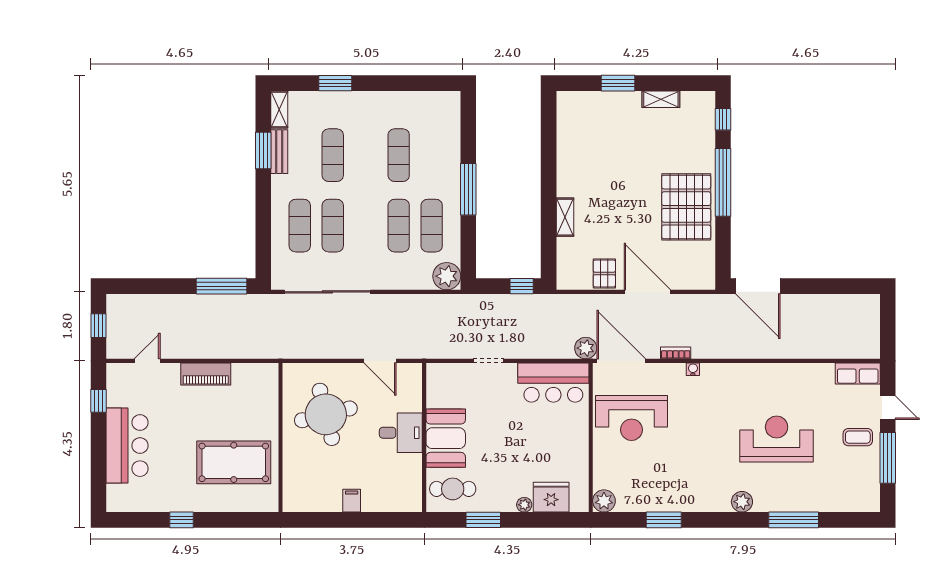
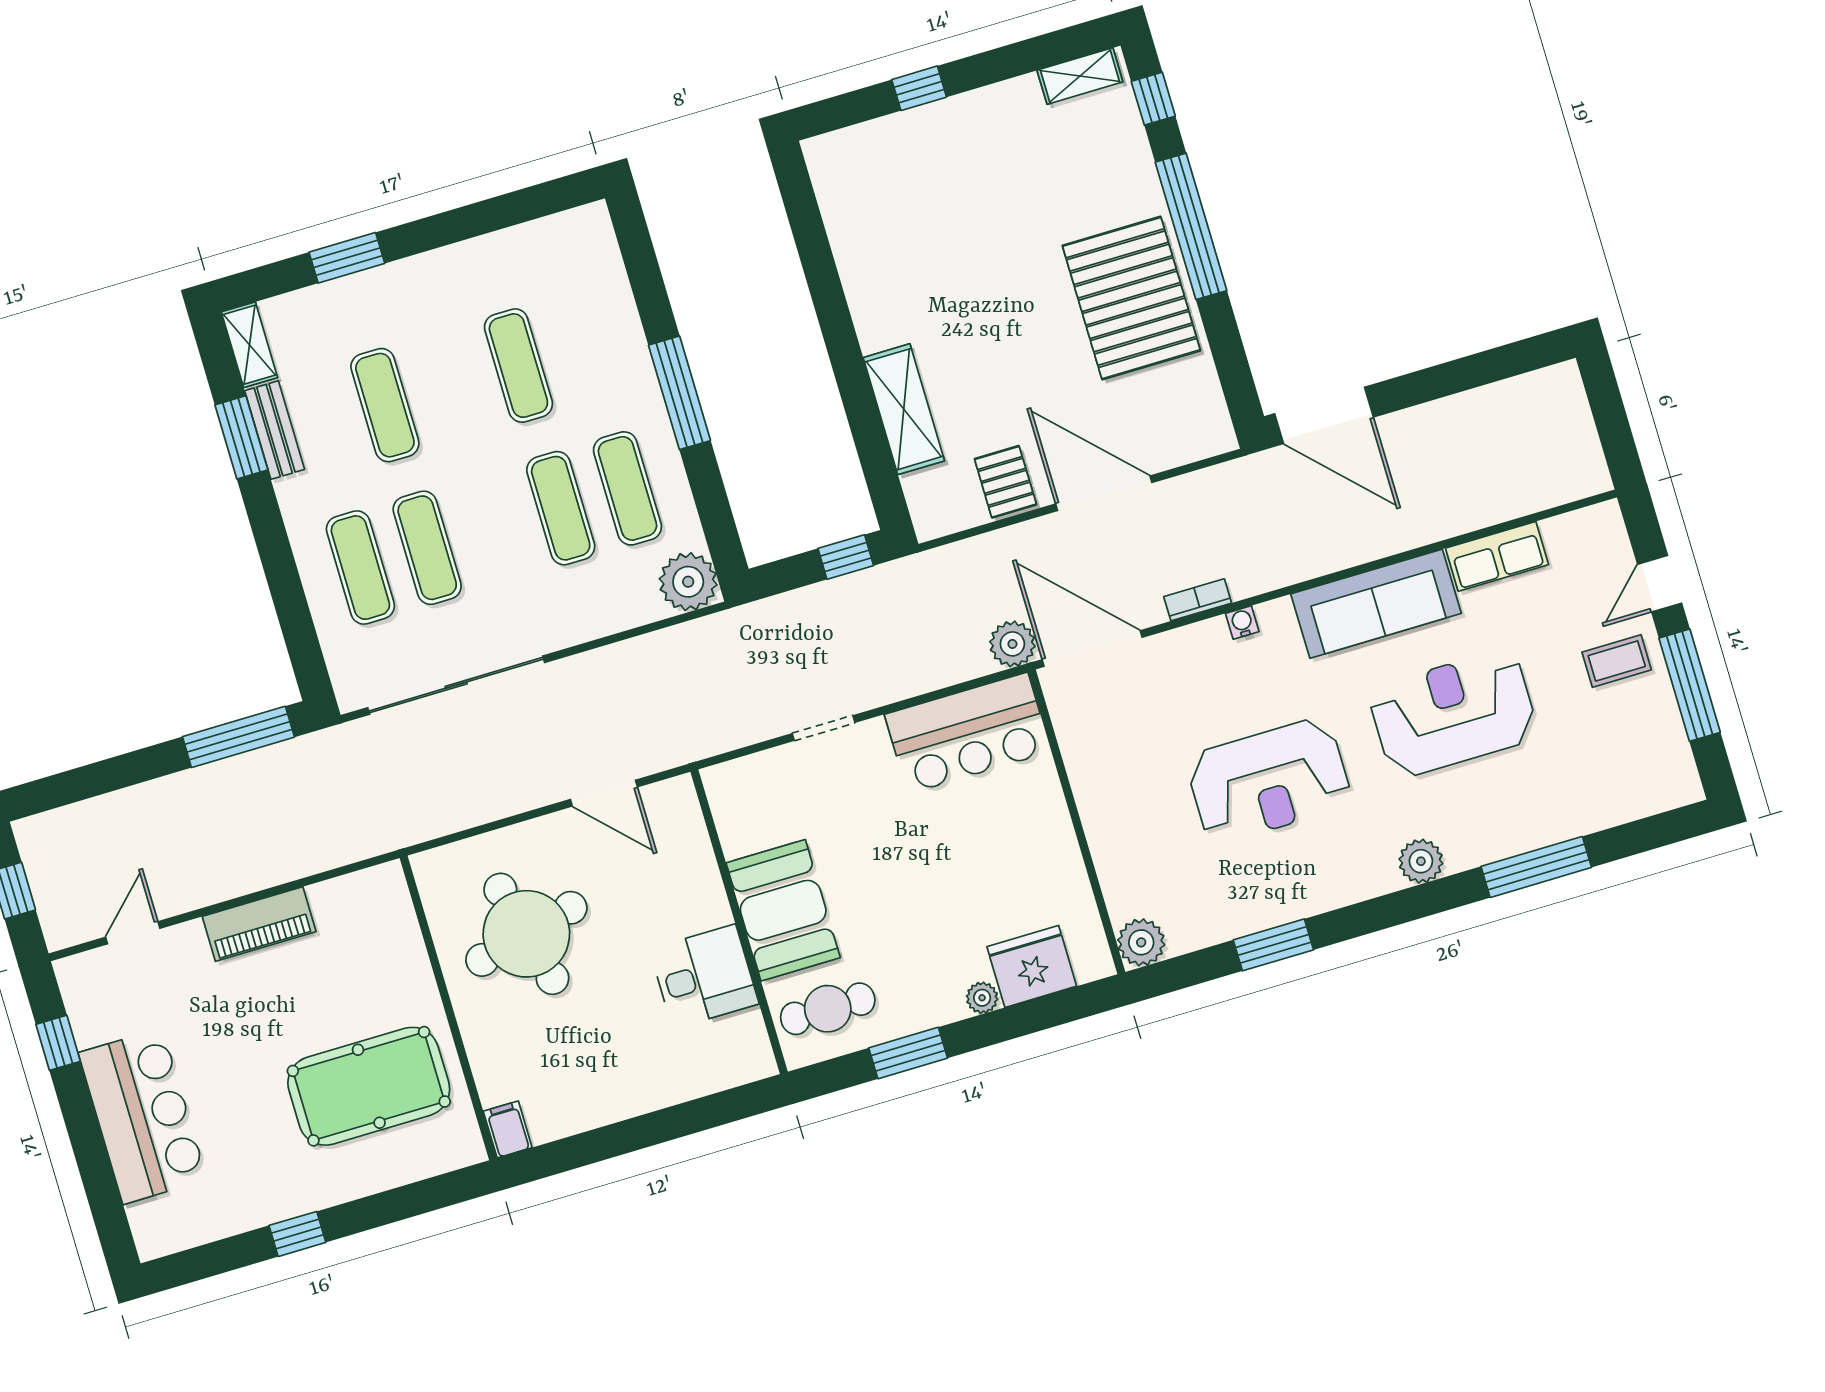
window: (618, 83) -> (919, 88), width x0.67
shelving: (661, 99) -> (1080, 76), moved
shelving: (565, 217) -> (904, 409), width x1.50, depth x1.33
row of seats: (858, 373) -> (1497, 556), moved
sofa: (756, 379) -> (1376, 604), added
door: (888, 408) -> (1660, 584), swing flipped
reception desk: (631, 418) -> (1269, 781), moved
desk: (401, 433) -> (704, 977), moved
filing cabinet: (352, 501) -> (508, 1129), moved

